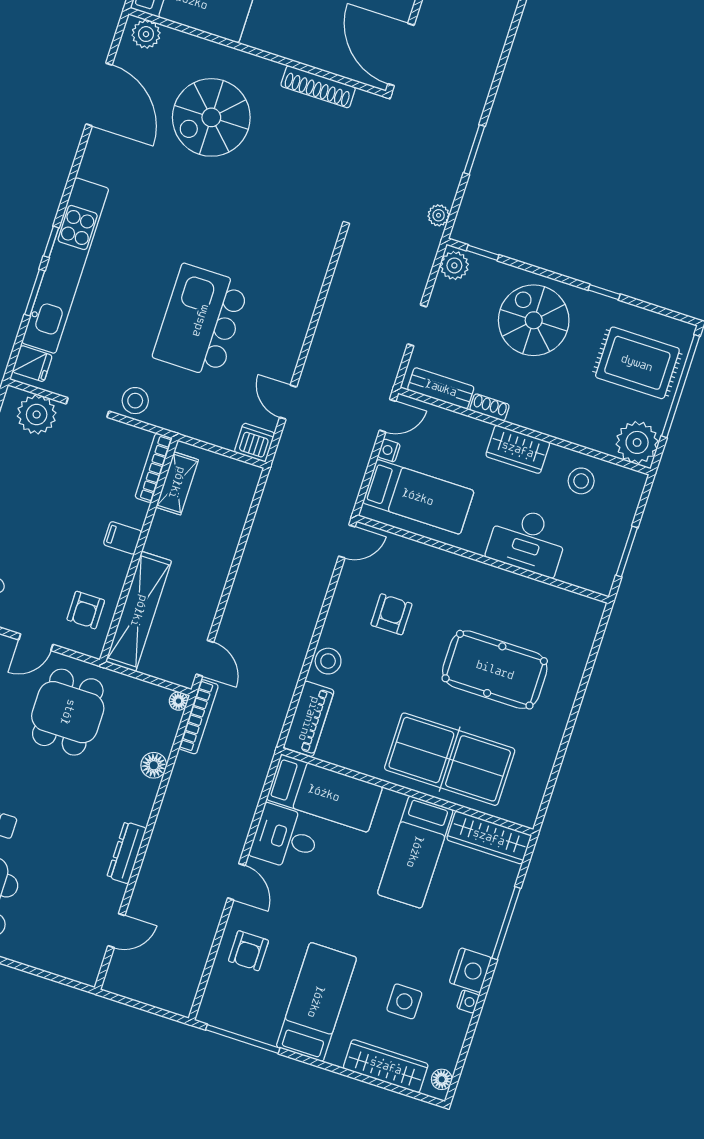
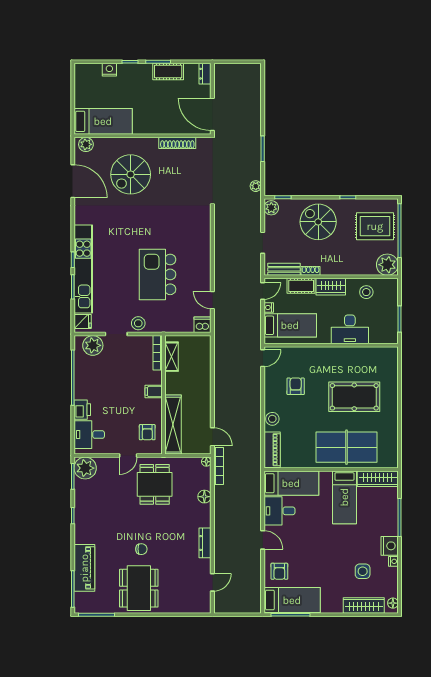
cot: (463, 430) -> (301, 286), added
bed: (316, 1002) -> (292, 600), moved, turned 90

